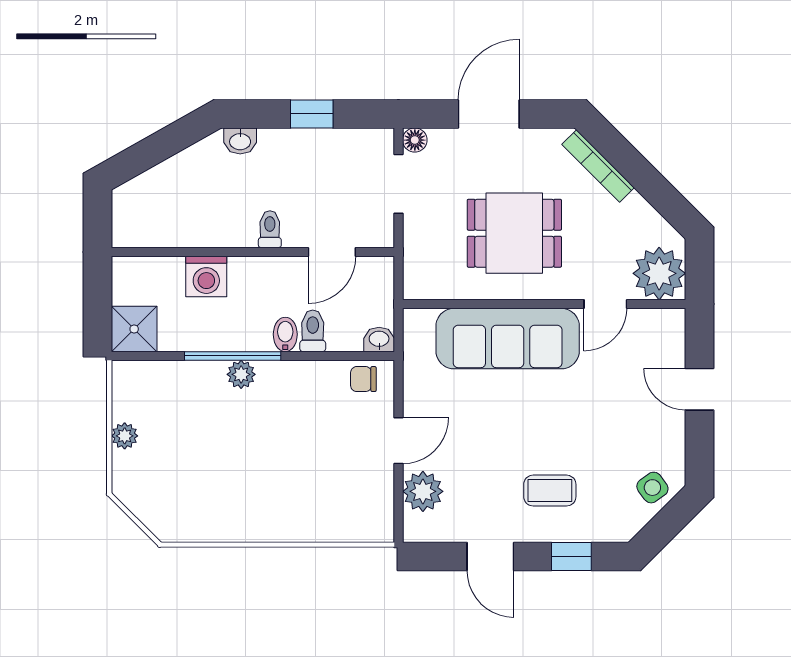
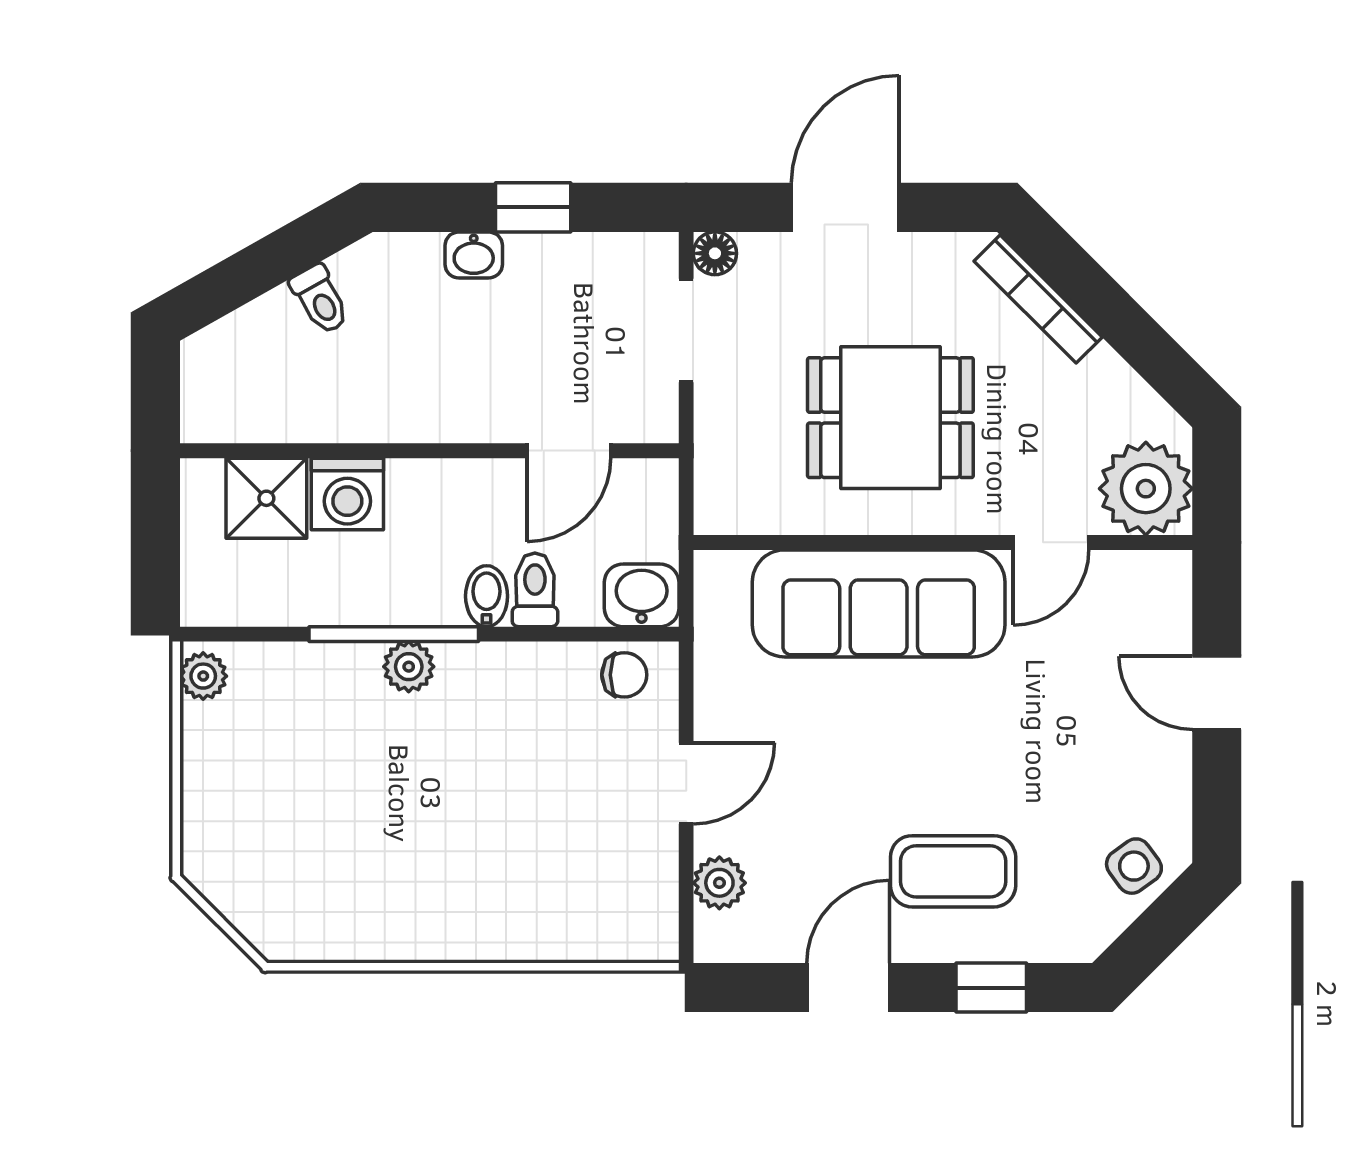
washbasin: (240, 141) -> (474, 255), moved
toilet: (270, 229) -> (320, 299), moved, turned 151
shower: (134, 329) -> (266, 498), moved
washbasin: (379, 339) -> (642, 595), width x1.38, depth x1.45
chair: (363, 379) -> (624, 675), turned 180
plant: (125, 436) -> (203, 676), moved
plant: (423, 491) -> (719, 883), width x0.73, depth x0.73
coffee table: (550, 491) -> (953, 871), width x1.36, depth x1.30
door: (490, 556) -> (848, 988), swing flipped

